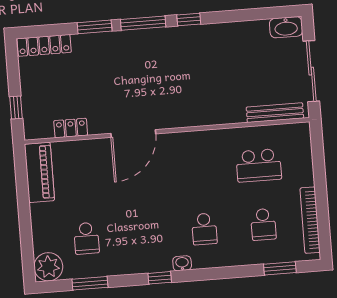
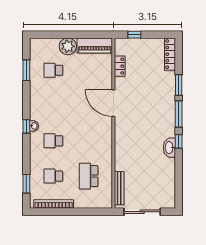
washbasin: (286, 27) -> (169, 148), moved
plant: (48, 267) -> (68, 46), moved
window: (160, 278) -> (26, 126), moved

